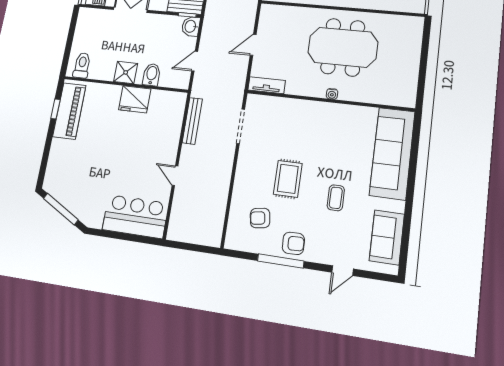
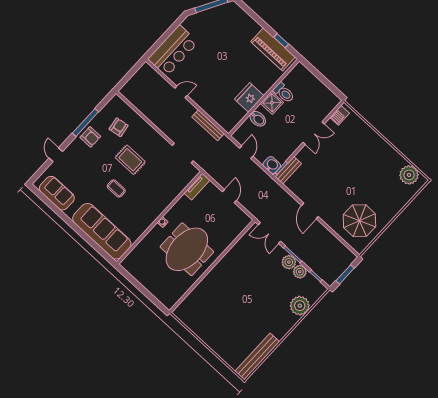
toilet: (82, 65) -> (284, 93), moved
coffee table: (336, 198) -> (116, 188), moved
armchair: (293, 243) -> (90, 137), turned -88

